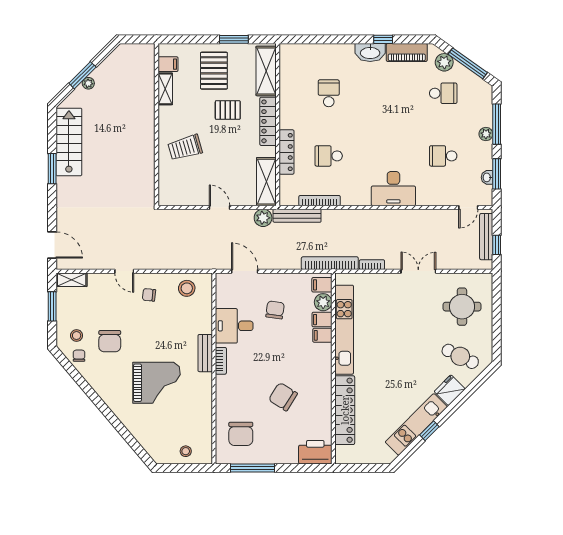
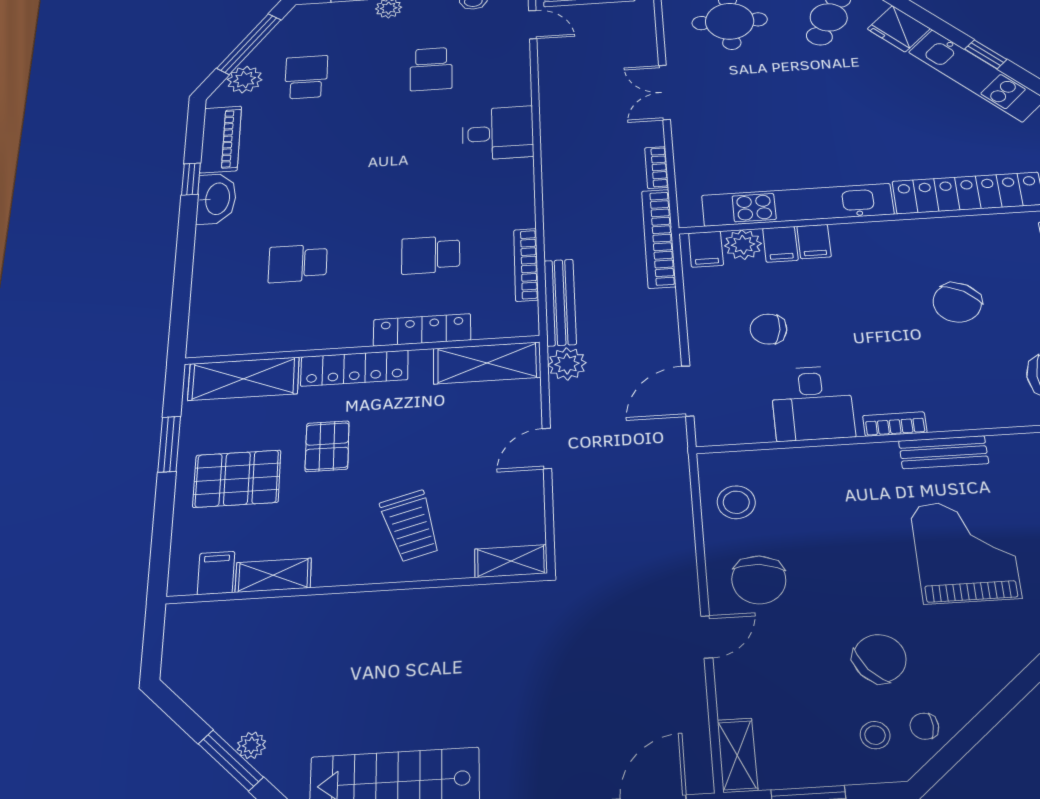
school desk: (329, 156) -> (431, 255), turned 90
desk: (393, 189) -> (498, 133), width x0.73
shelving: (165, 191) -> (511, 561), added
chair: (149, 295) -> (759, 580), width x1.87, depth x1.87
chair: (110, 341) -> (880, 658), turned -39
bench: (205, 353) -> (944, 452), moved

